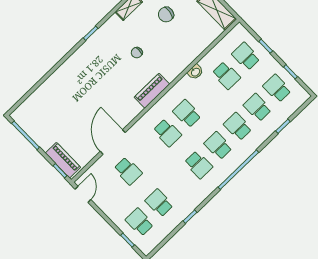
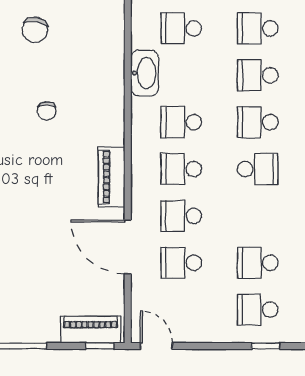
washbasin: (195, 72) -> (145, 73), width x1.91, depth x1.45
school desk: (226, 75) -> (181, 28), turned 180
piano: (152, 91) -> (112, 177), moved
school desk: (167, 133) -> (181, 169), turned 180
school desk: (148, 152) -> (181, 216), added
school desk: (128, 171) -> (181, 263), turned 180

